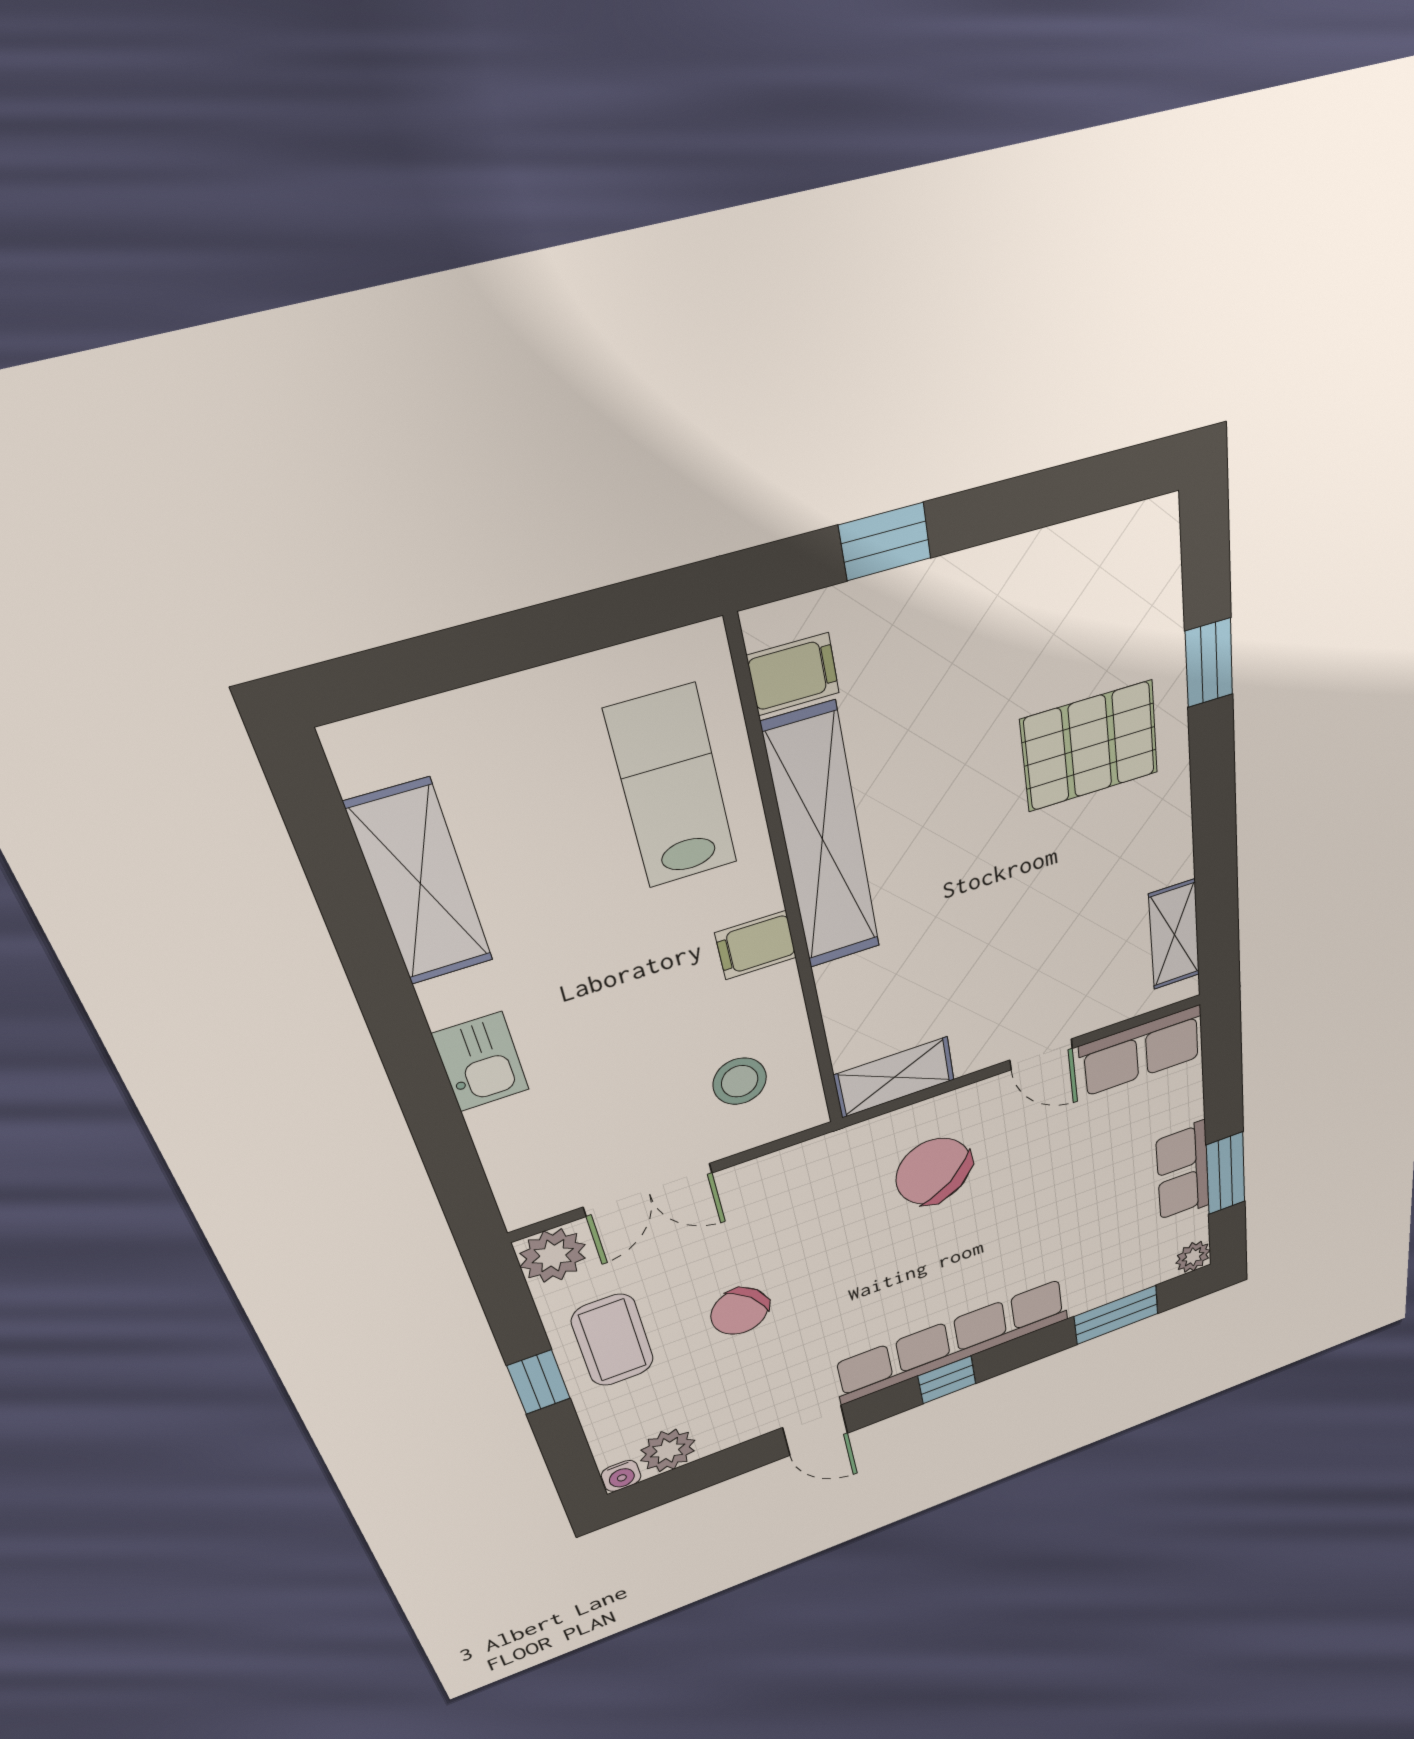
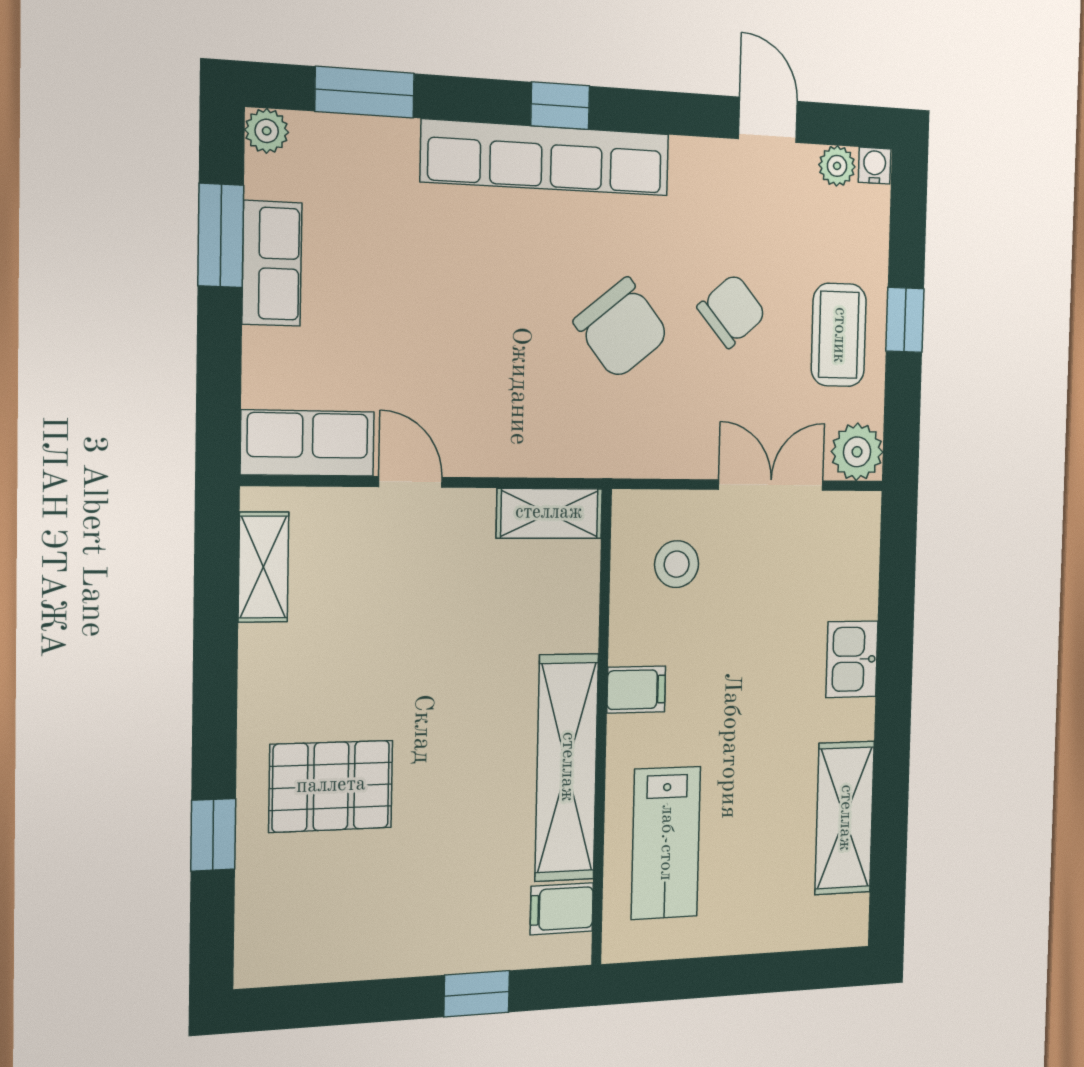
chair: (934, 1171) -> (622, 328), moved
door: (815, 1430) -> (768, 120), moved
plant: (668, 1450) -> (837, 166), width x0.73, depth x0.73

